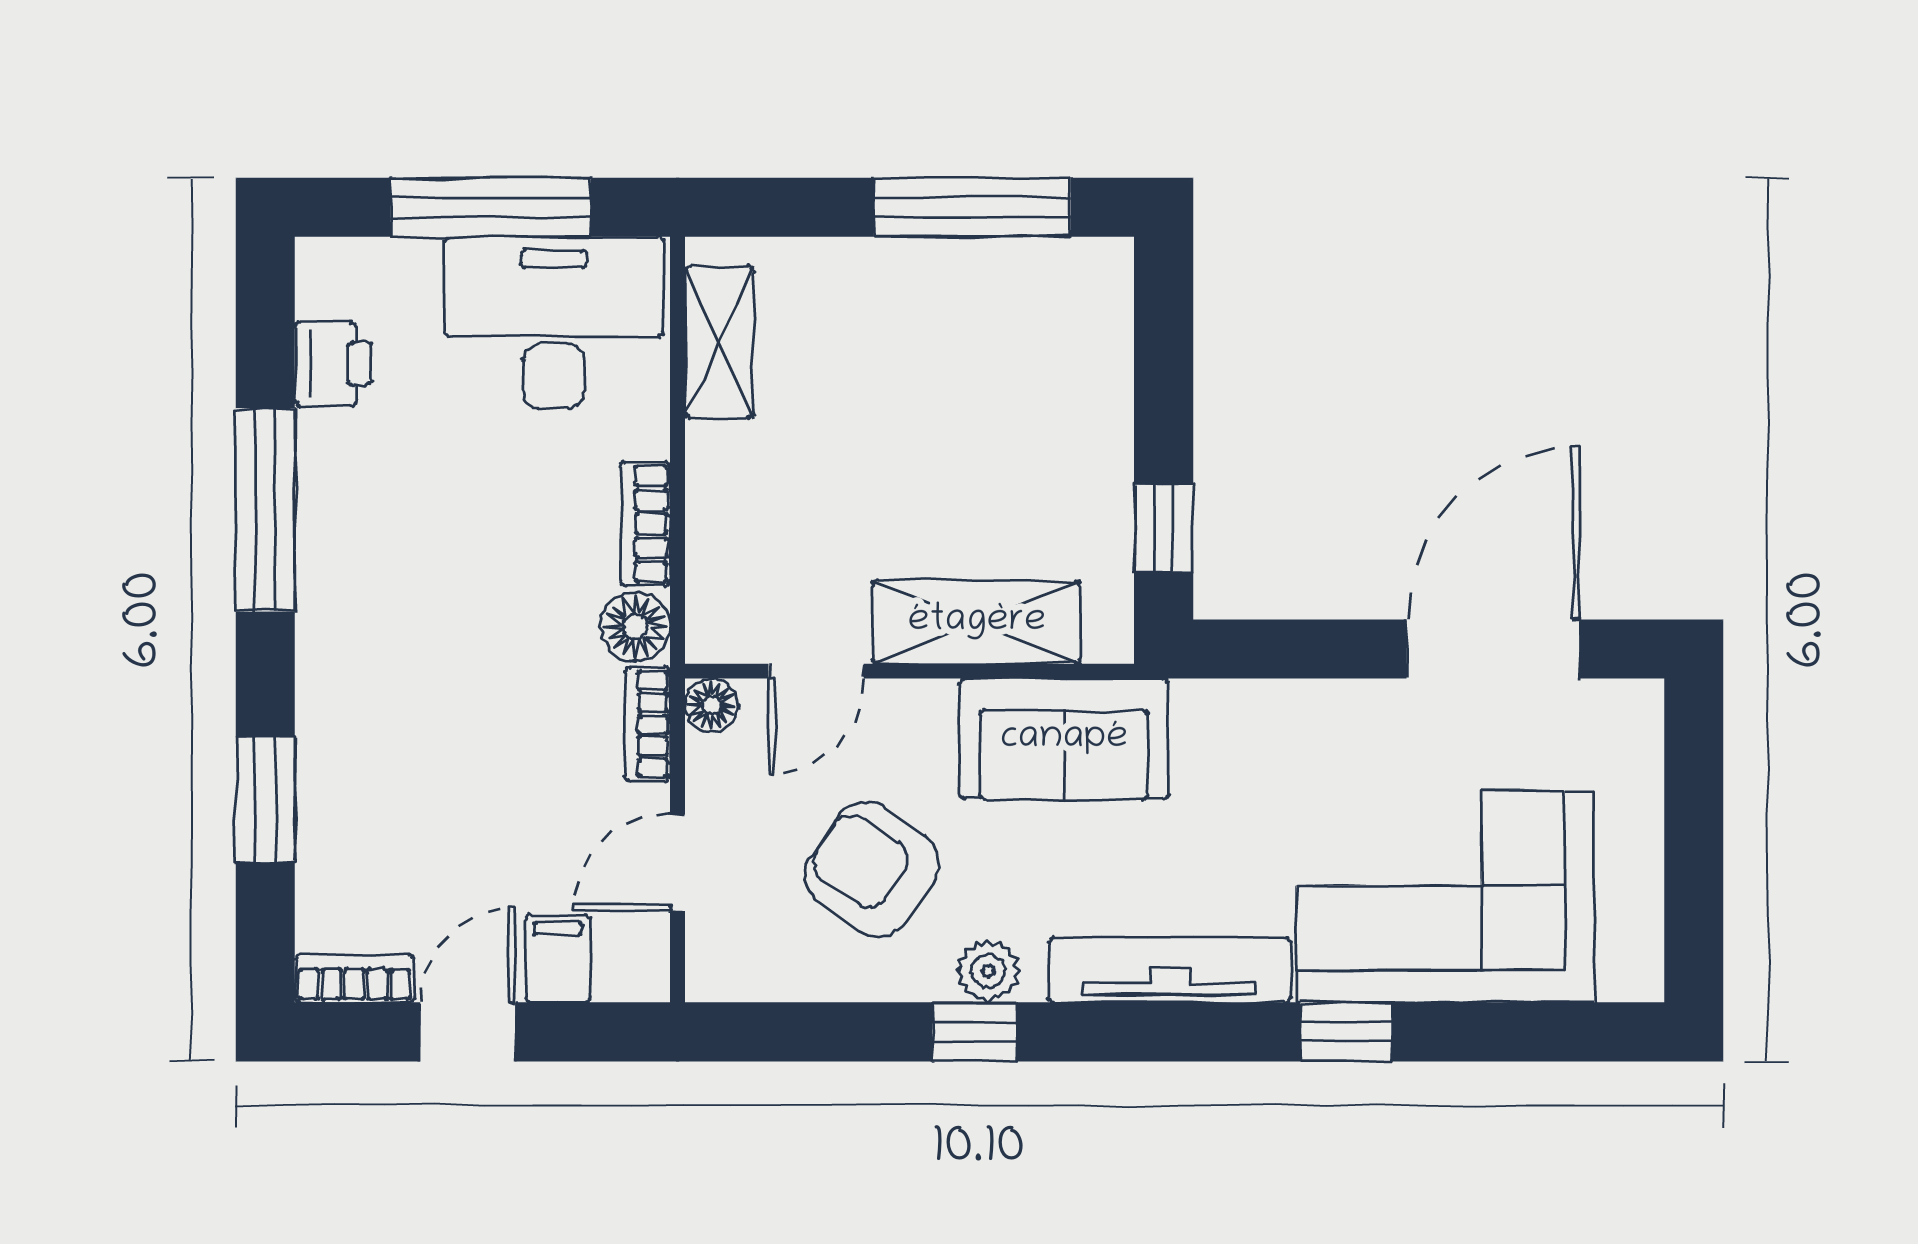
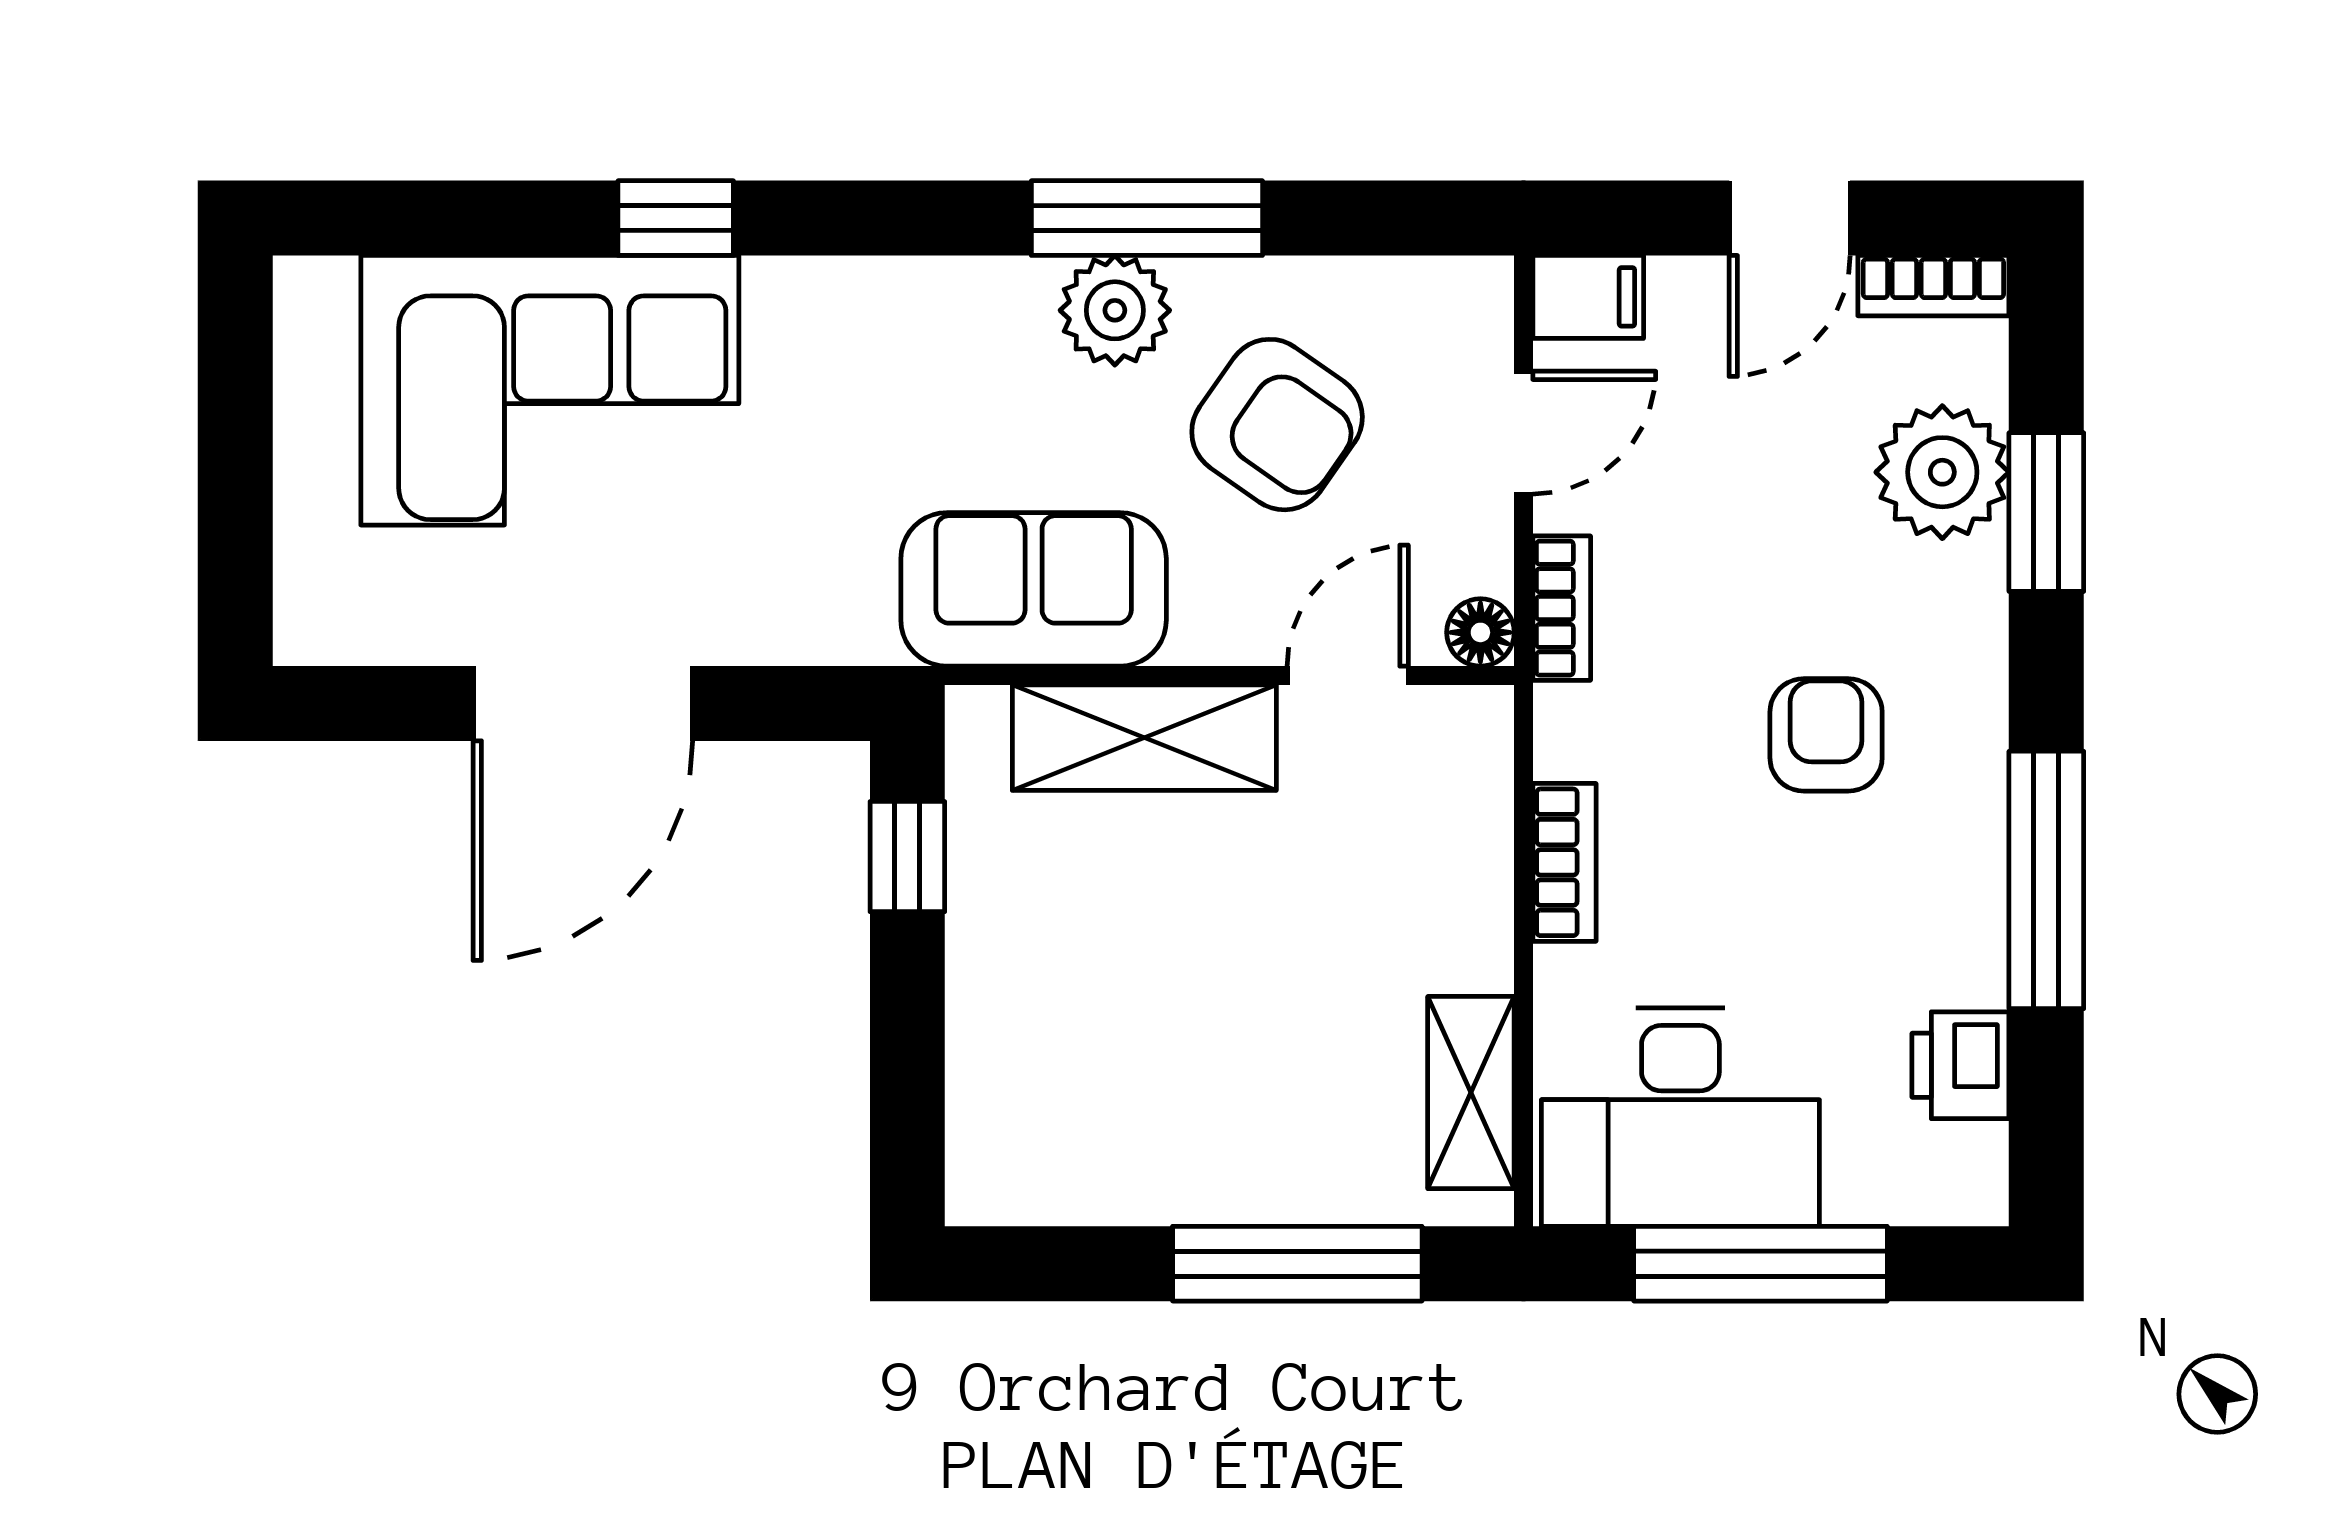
window: (972, 207) -> (1297, 1264), moved
armchair: (439, 624) -> (1826, 735), added
floor lamp: (635, 627) -> (1577, 732), removed
door: (1493, 649) -> (583, 704), moved
plant: (347, 831) -> (1942, 472), added
filing cabinet: (558, 959) -> (1588, 297), moved, turned -90
tv unit: (1170, 970) -> (899, 297), removed
plant: (988, 971) -> (1115, 310), width x1.38, depth x1.38
window: (975, 1032) -> (1147, 218), width x2.17

